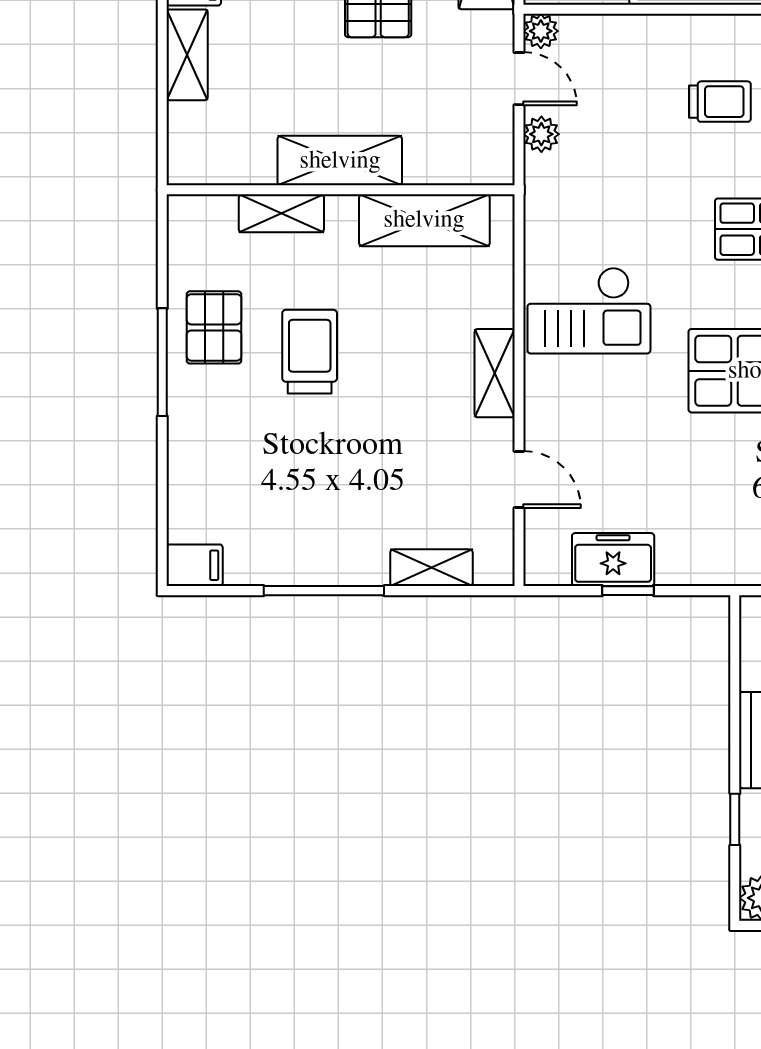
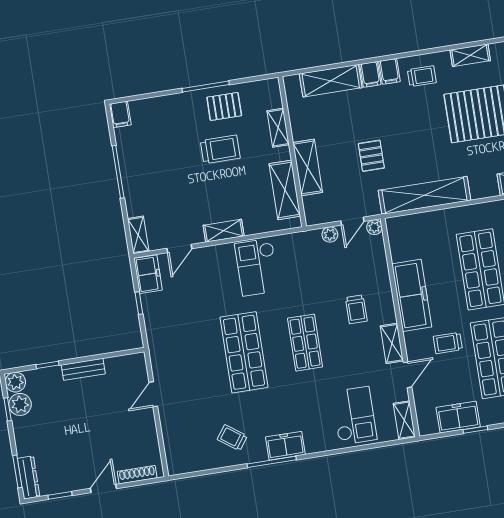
shelving: (187, 55) -> (331, 81), width x1.50, depth x1.33
shelving: (340, 161) -> (308, 167), moved
freezer: (613, 560) -> (148, 274), moved
shelving: (431, 568) -> (138, 235), moved

